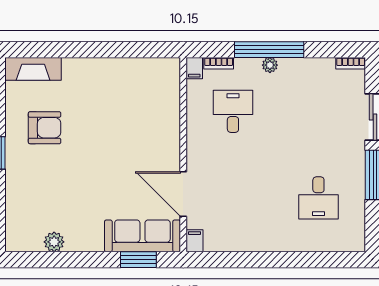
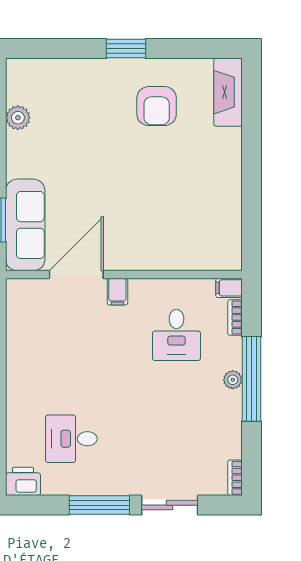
desk: (233, 111) -> (176, 335), turned 90
printer: (354, 238) -> (23, 481), added
filing cabinet: (194, 241) -> (117, 292), moved, turned 90

